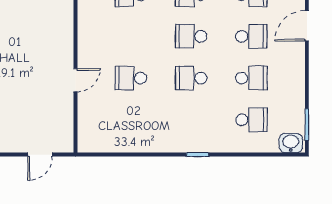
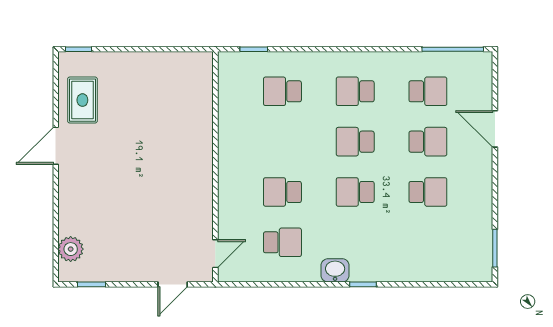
door: (307, 26) -> (495, 129), hinge flipped
door: (75, 80) -> (215, 254), moved
school desk: (251, 120) -> (282, 242), moved
washbasin: (291, 143) -> (335, 270), moved

